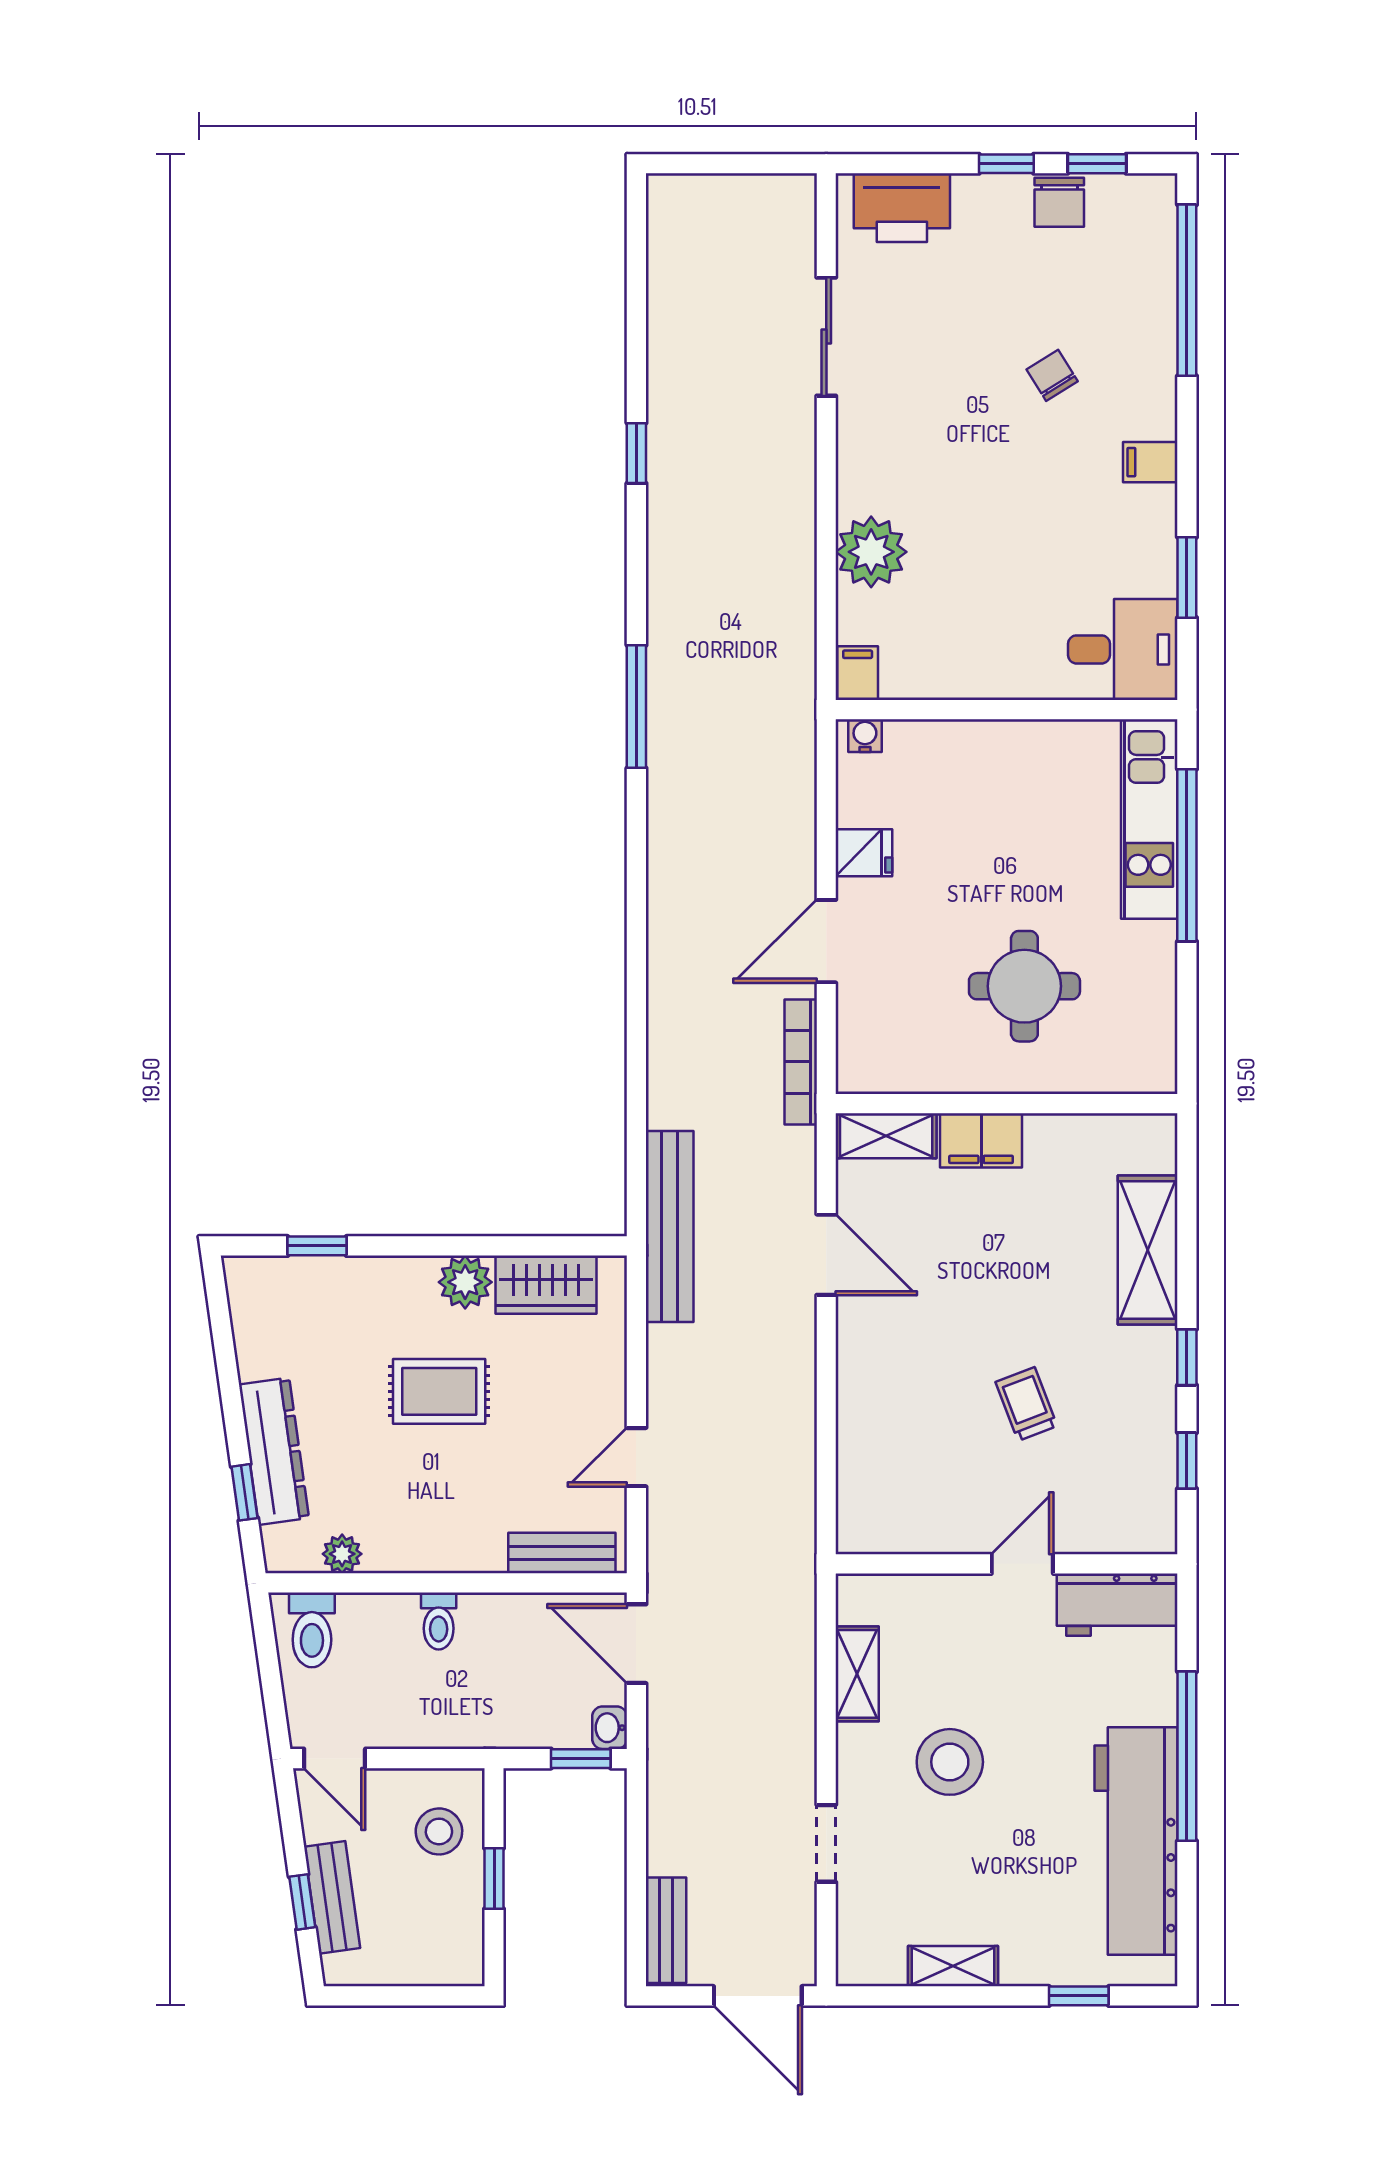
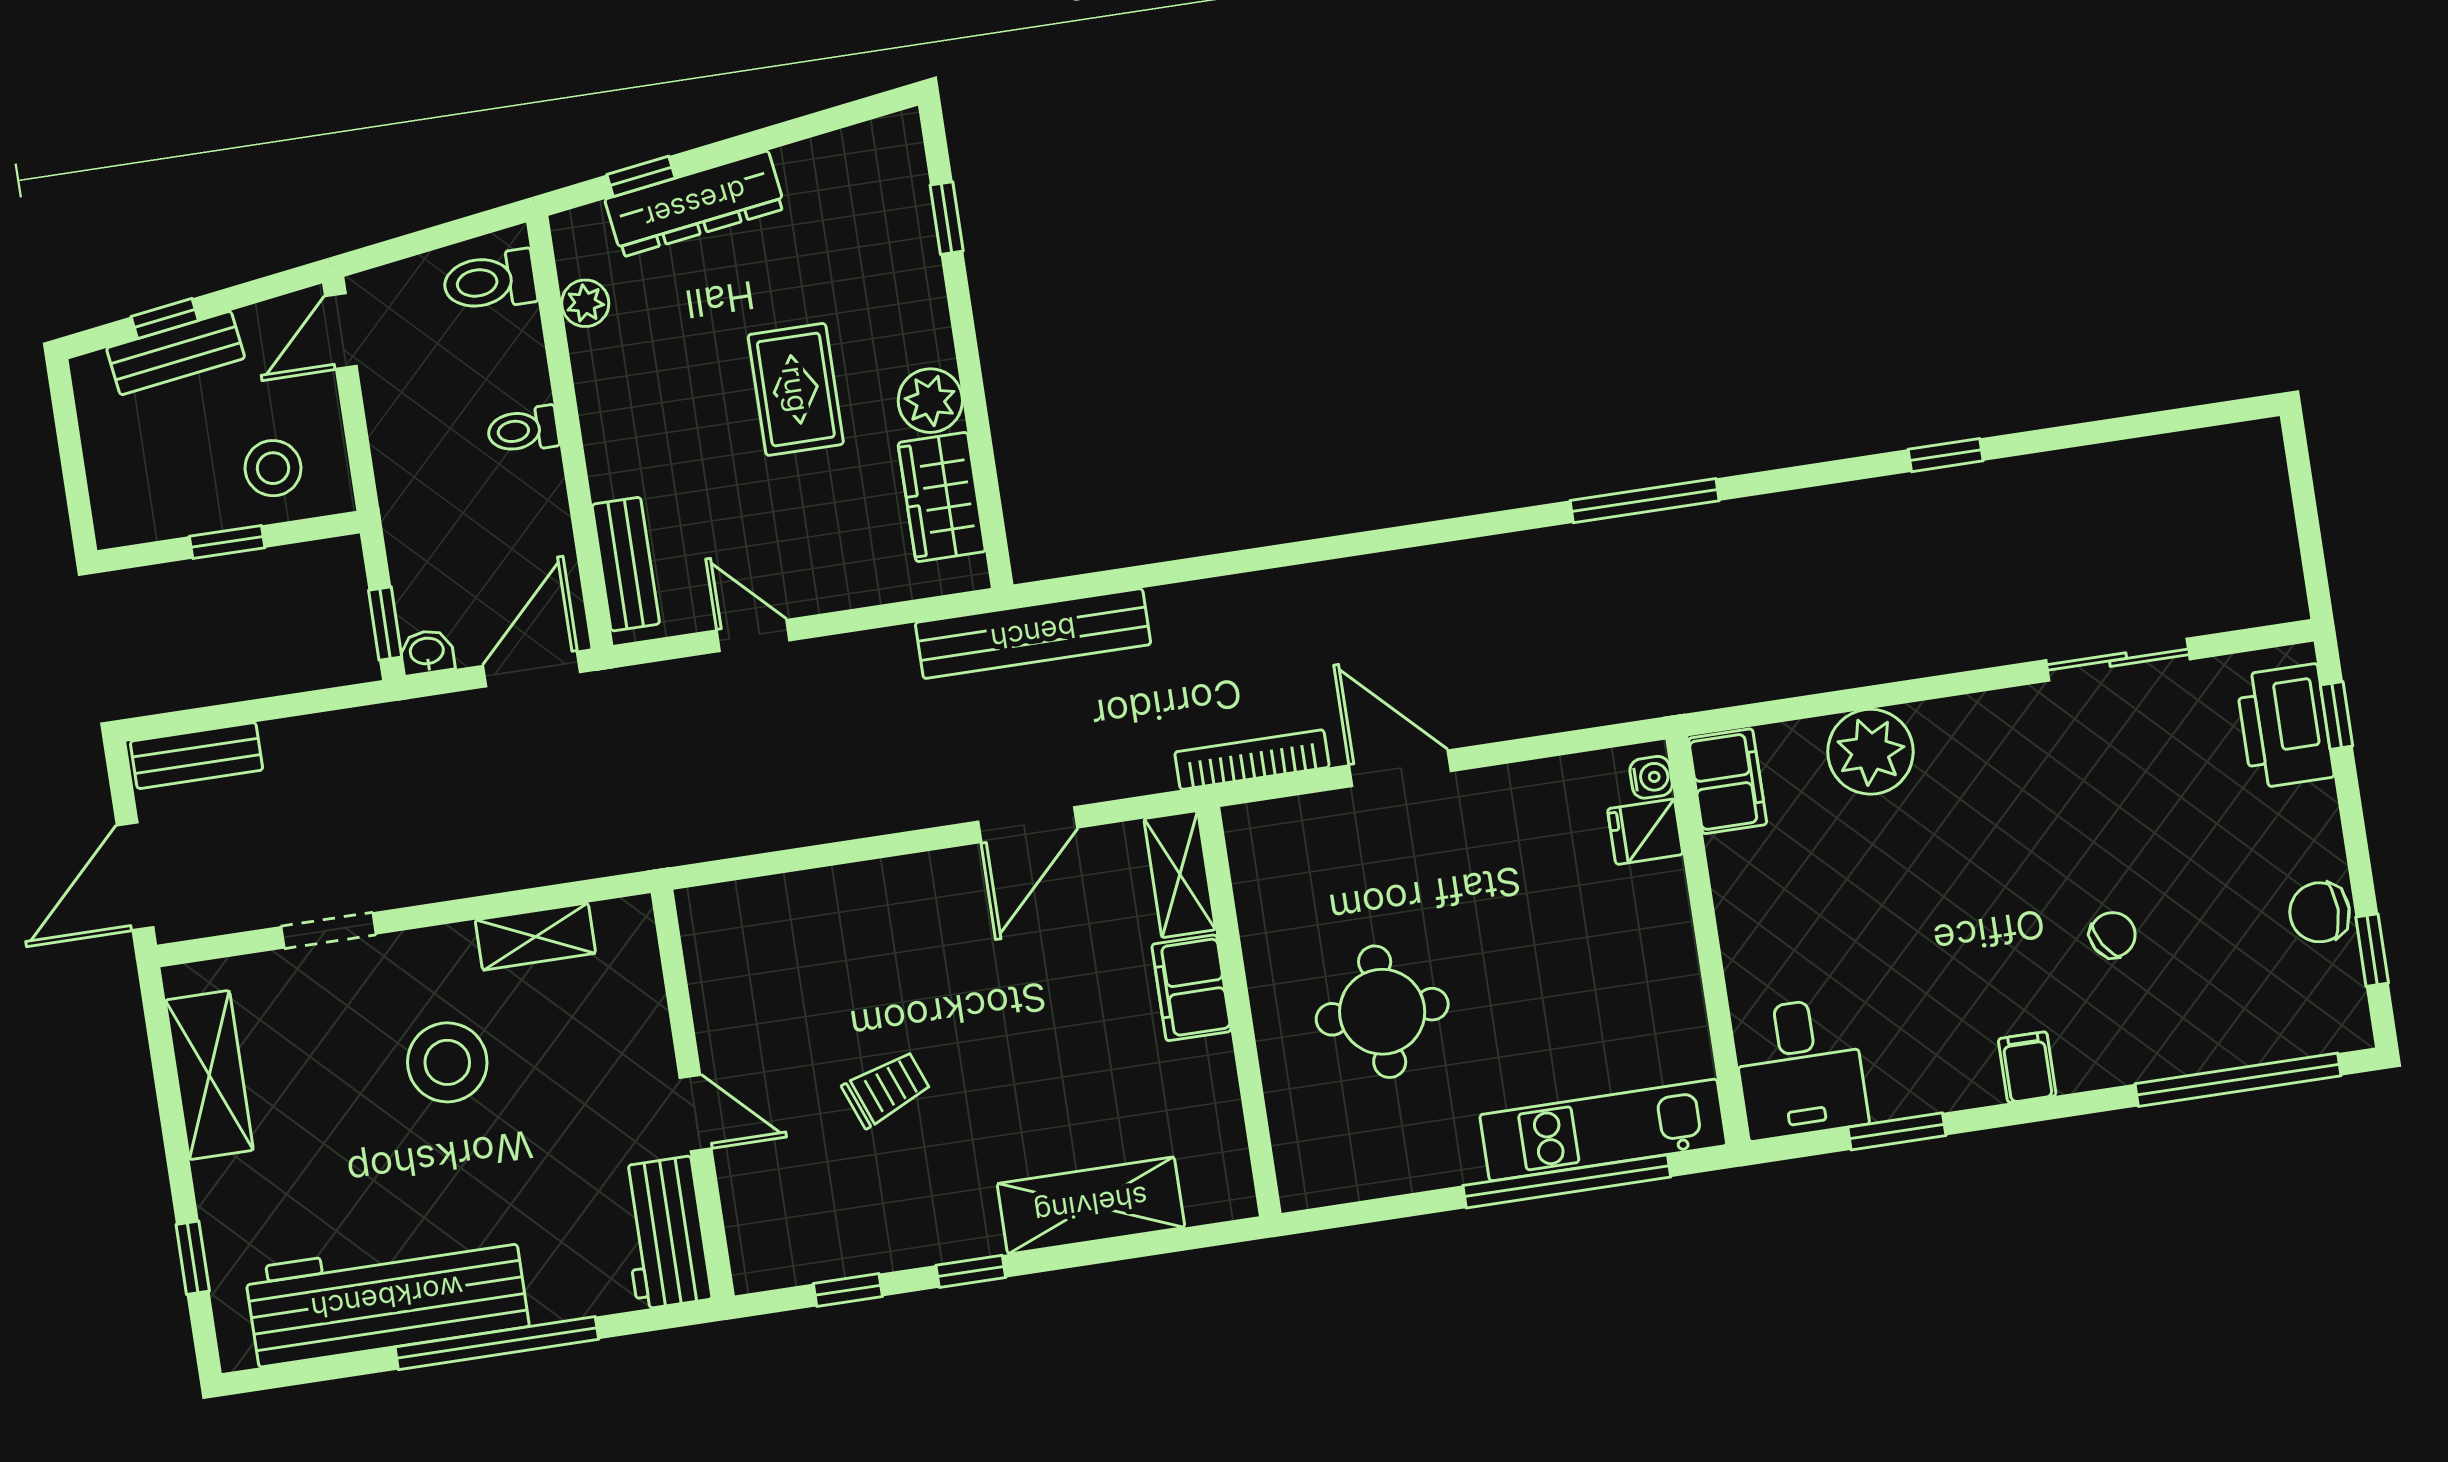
window: (1006, 164) -> (2337, 715), moved
filing cabinet: (858, 673) -> (1728, 781), width x2.00
fridge: (864, 853) -> (1645, 832), moved, turned 90
shelving: (953, 1966) -> (209, 1075), width x1.50, depth x1.33

